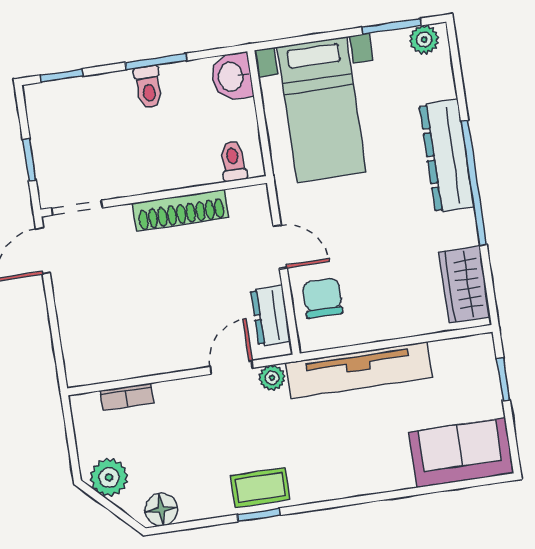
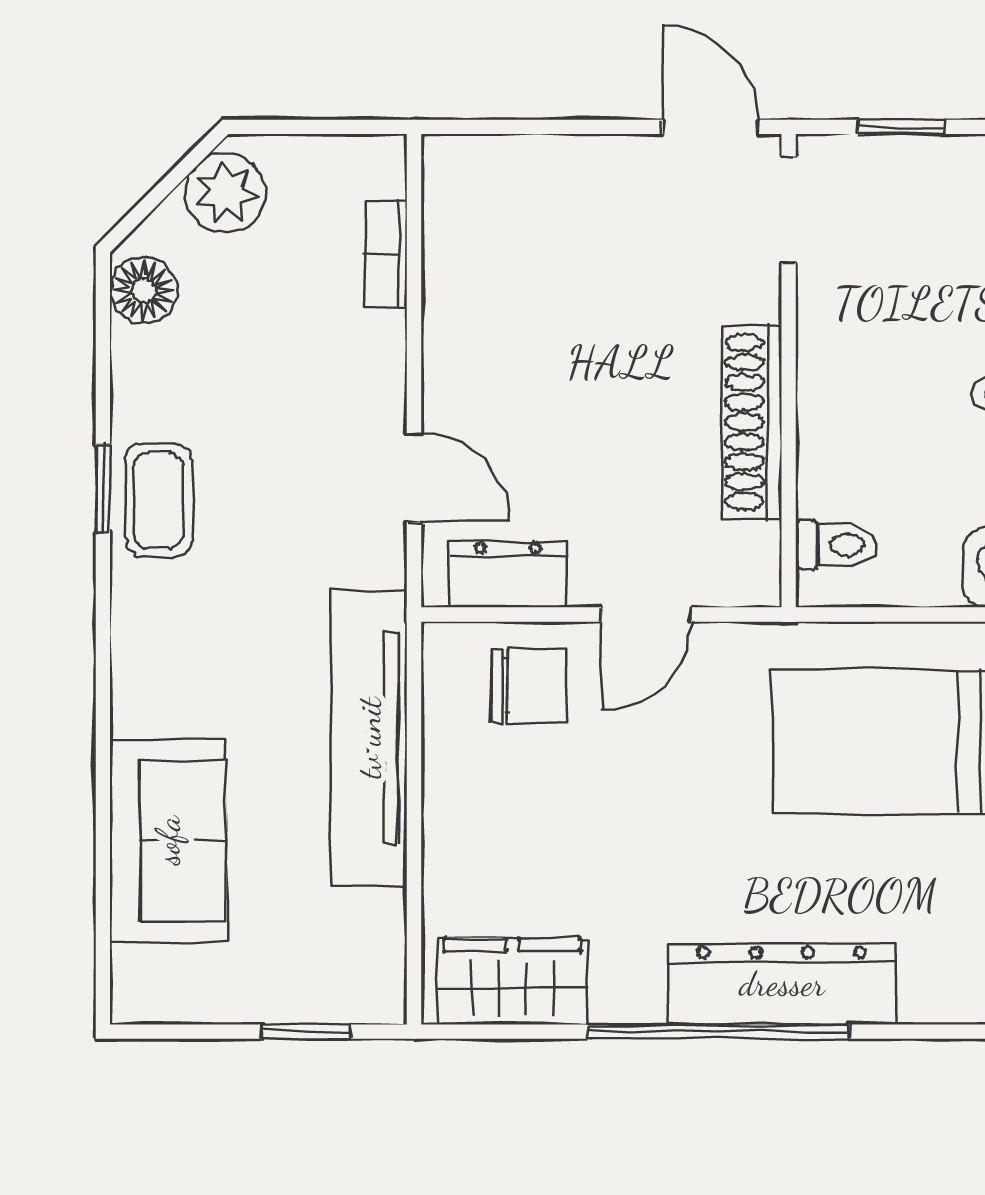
plant: (272, 378) -> (380, 558), removed
sofa: (461, 453) -> (168, 840), moved

